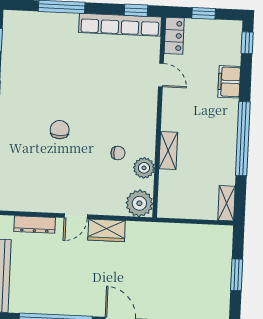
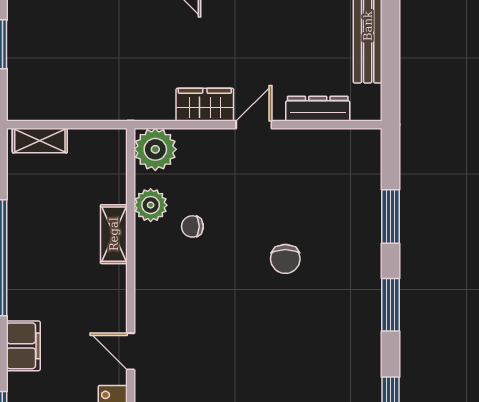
shelving: (226, 203) -> (40, 140), moved, turned 90

